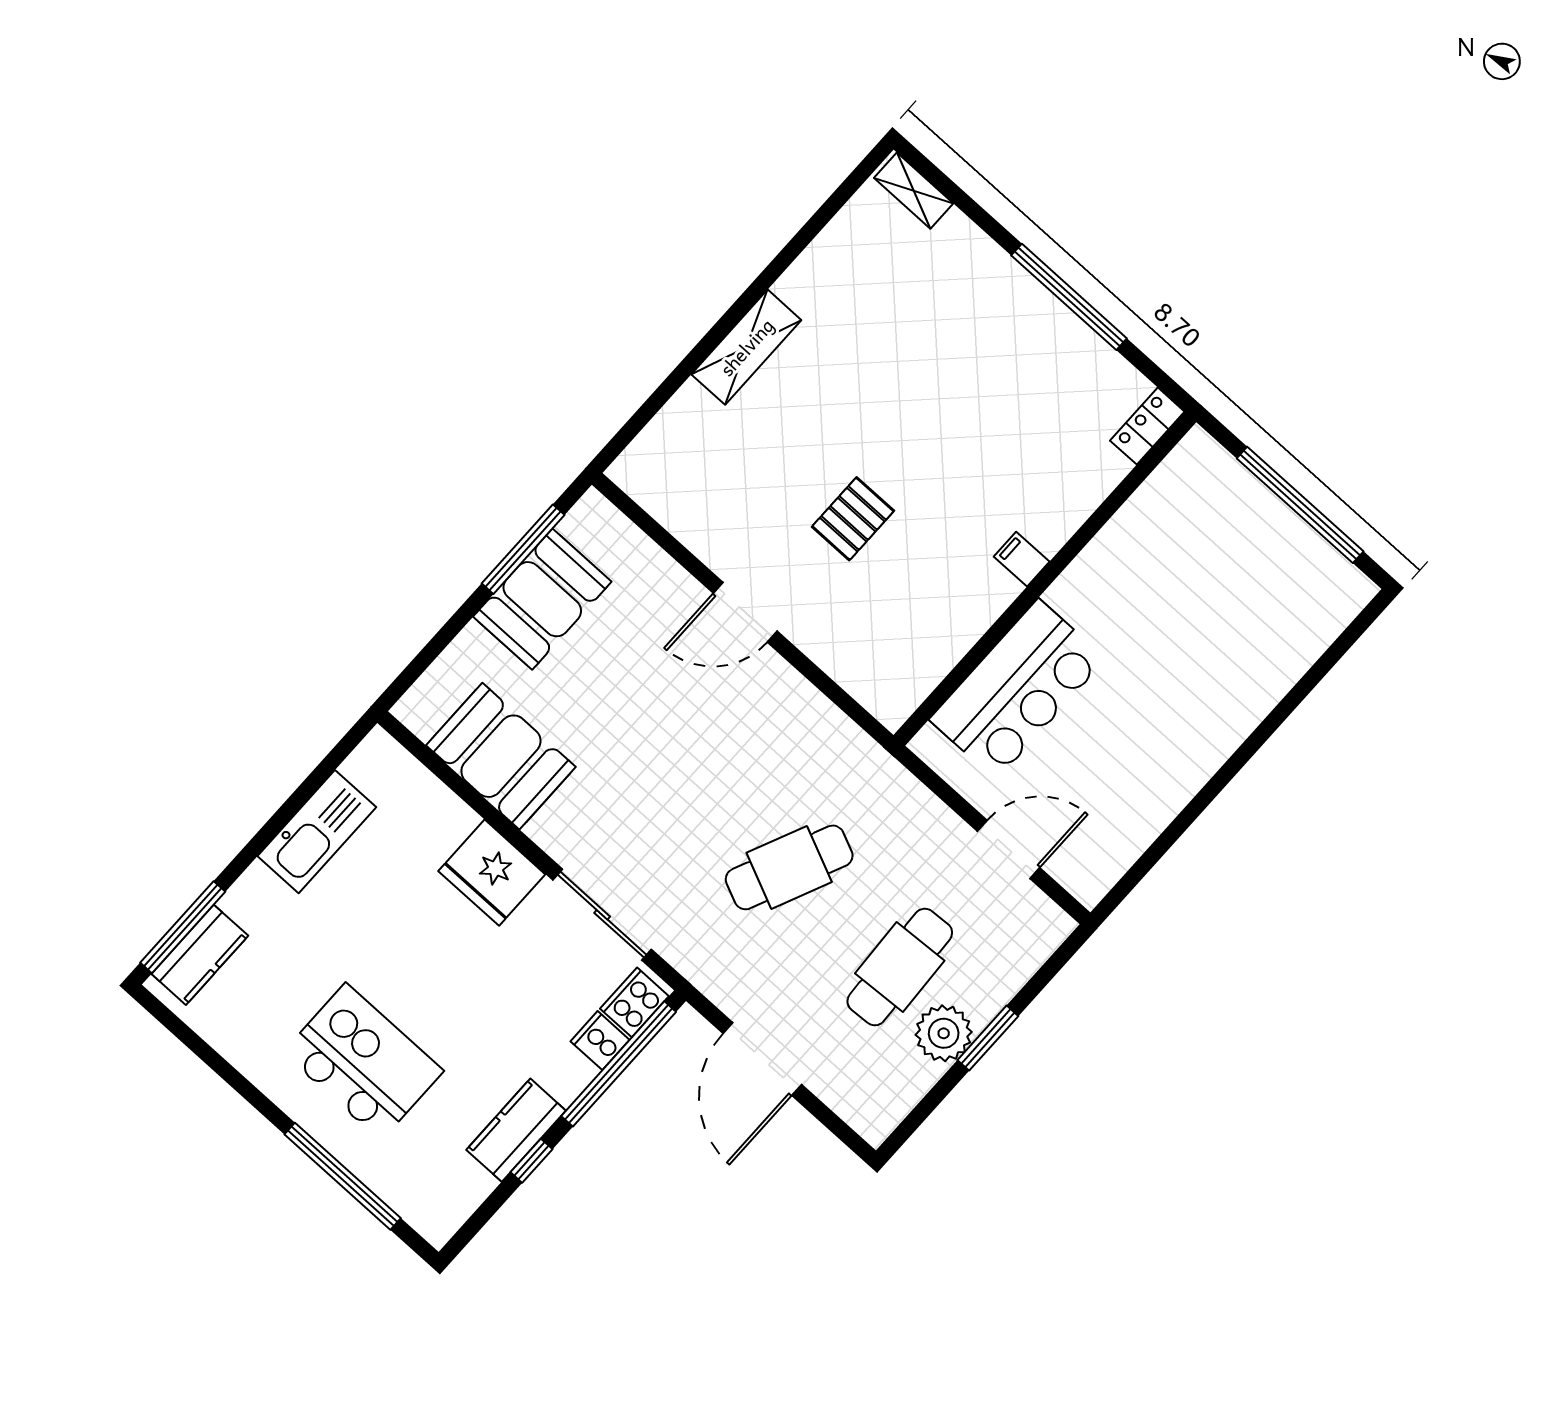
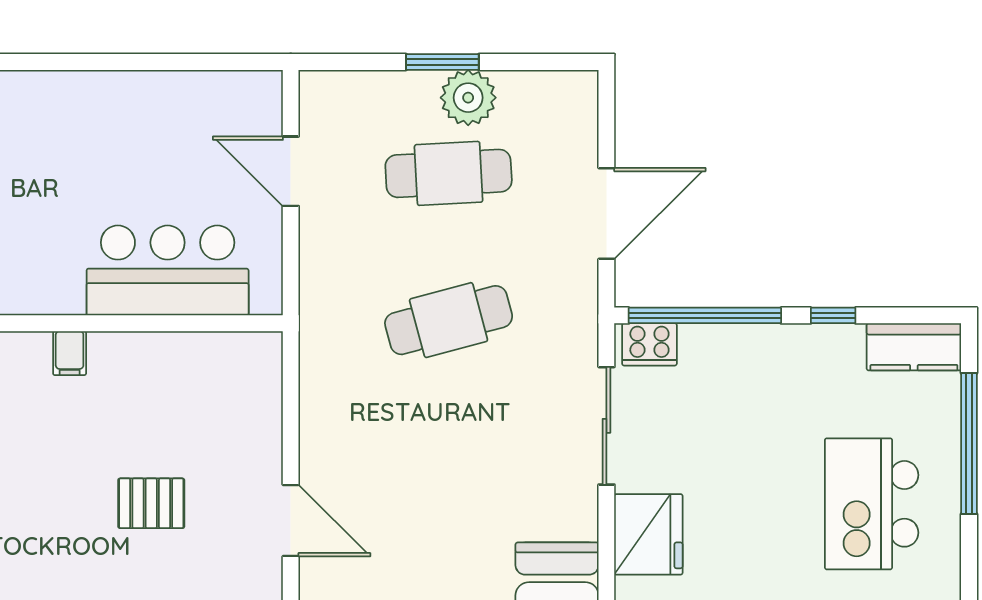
cafe table: (789, 867) -> (449, 320), turned -39
cooker: (600, 1041) -> (700, 344), removed
kitchen counter: (516, 1130) -> (914, 347), moved

